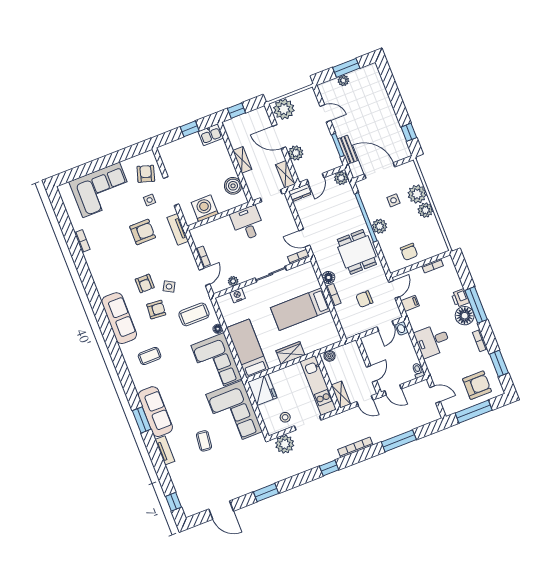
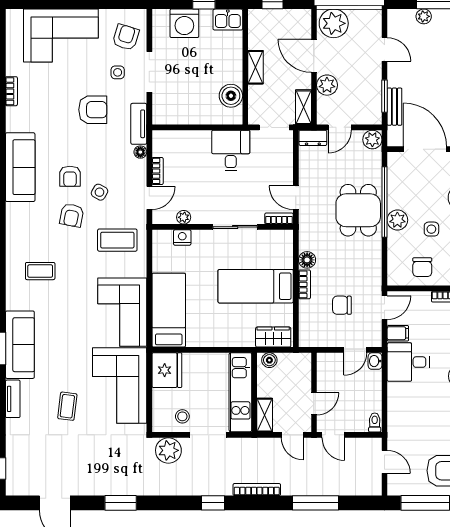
side table: (394, 200) -> (431, 229), moved
washing machine: (205, 208) -> (184, 23), moved, turned 180
dining table: (357, 252) -> (358, 210), moved
armchair: (156, 310) -> (72, 215), turned 96
sofa: (119, 318) -> (20, 167), moved
floor lamp: (218, 329) -> (140, 152), moved
desk: (433, 341) -> (408, 362), moved
wardrobe: (290, 353) -> (273, 337), moved

